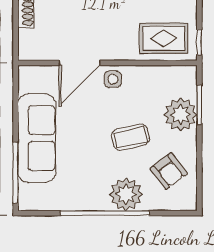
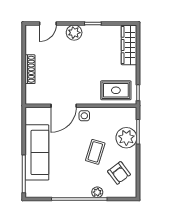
coffee table: (131, 137) -> (95, 152), turned -60
plant: (126, 194) -> (97, 192), width x0.53, depth x0.53

